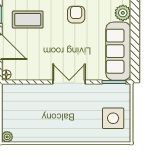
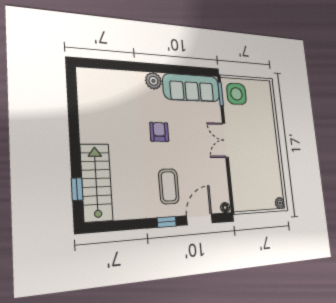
armchair: (76, 15) -> (159, 132), turned 91
side table: (113, 118) -> (236, 94), moved

